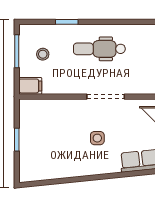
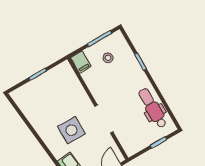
dental chair: (99, 49) -> (153, 108), moved
side table: (97, 138) -> (71, 130), width x1.87, depth x1.87

